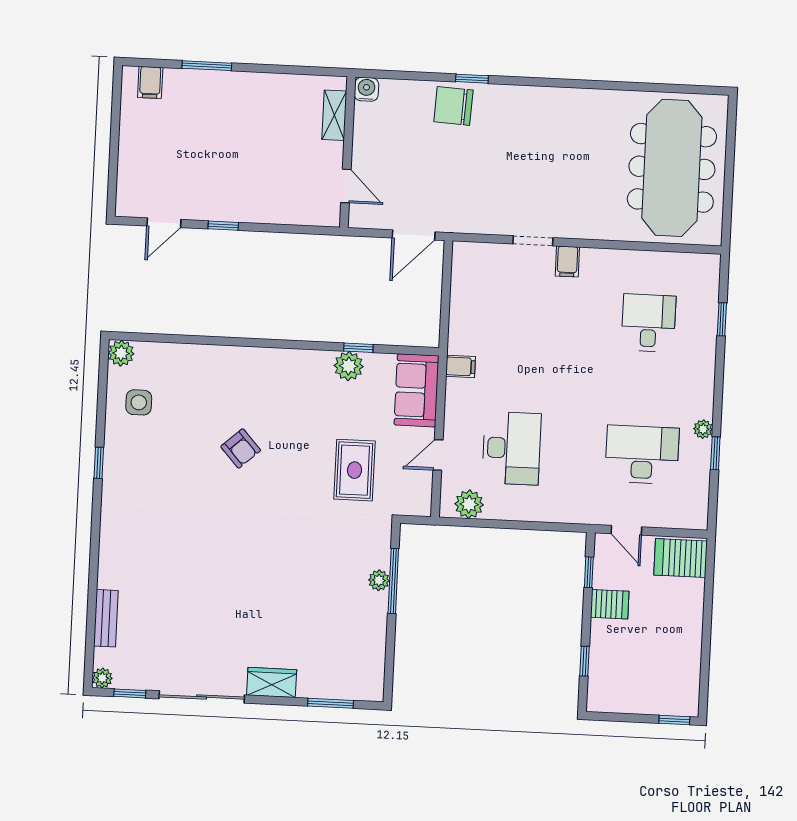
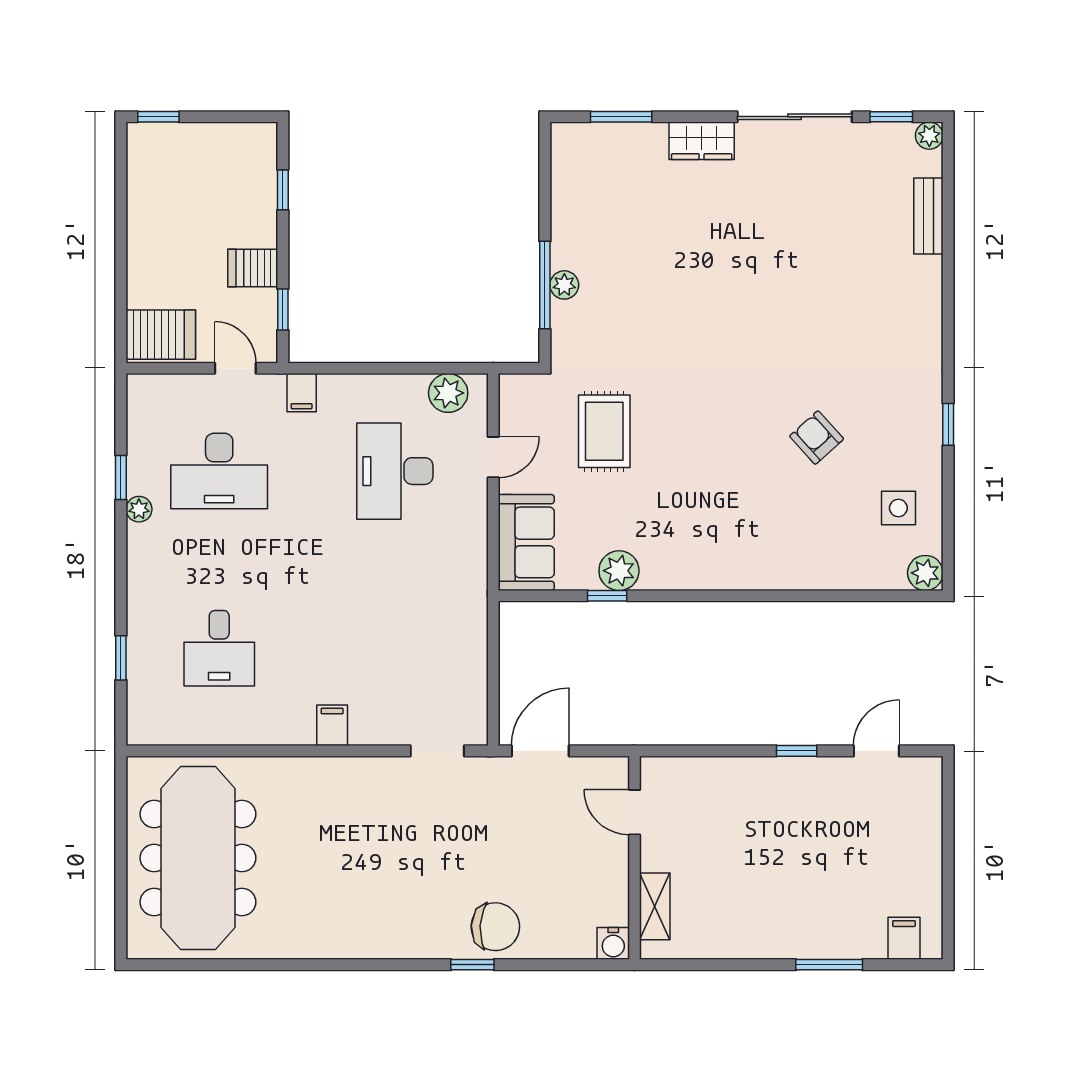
doorway: (533, 241) -> (437, 751), moved
filing cabinet: (460, 366) -> (302, 393), moved, turned -90
armchair: (241, 448) -> (817, 438), moved

